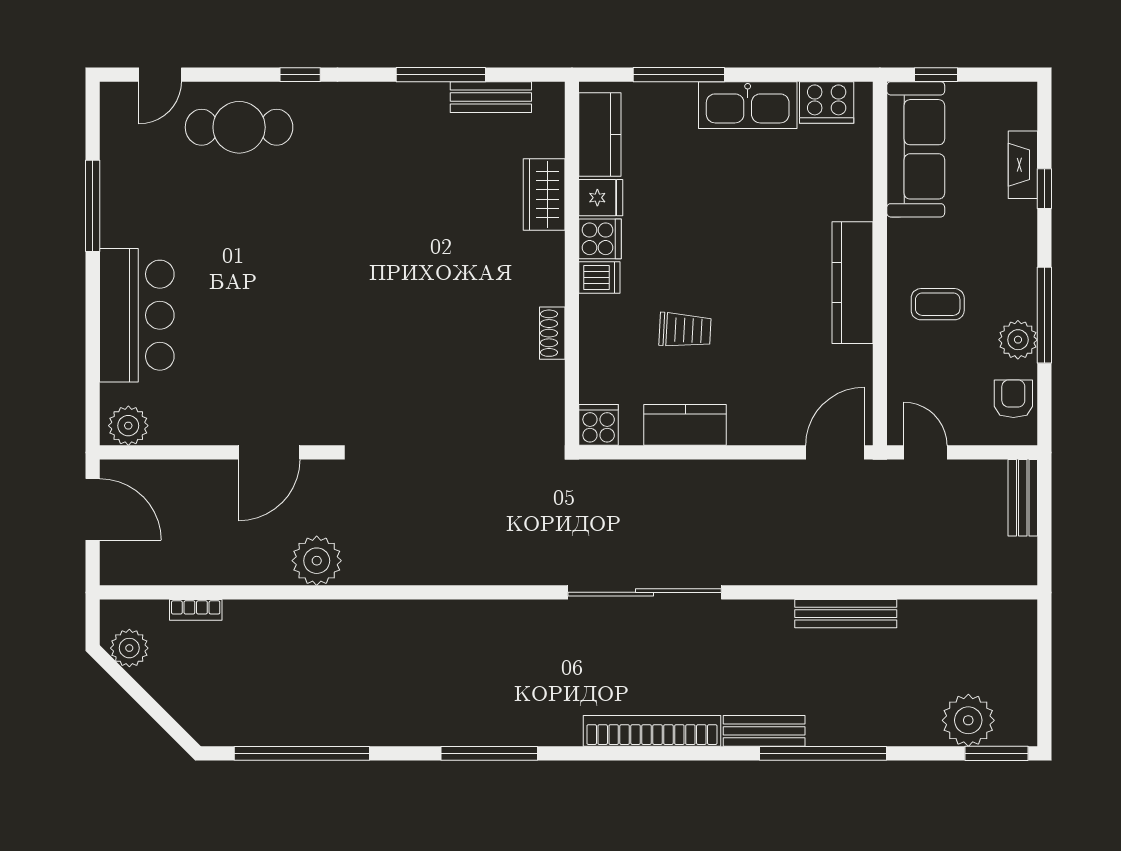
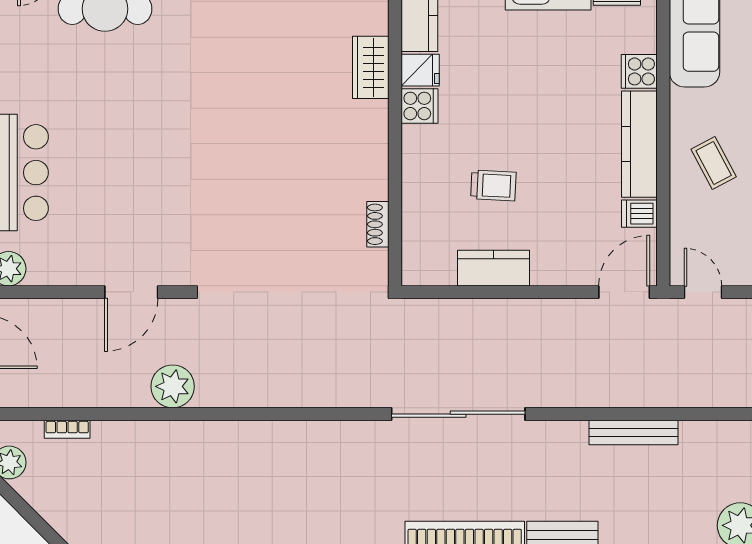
dishwasher: (599, 277) -> (639, 214), moved, turned 180
coffee table: (938, 304) -> (714, 163), turned 62
shoe rack: (552, 333) -> (378, 224), moved
cooker: (599, 425) -> (639, 71), moved, turned -90

